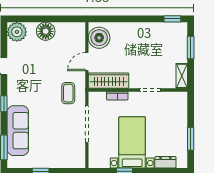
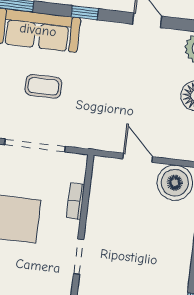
wardrobe: (109, 81) -> (102, 190), removed
coffee table: (68, 93) -> (43, 86), moved

